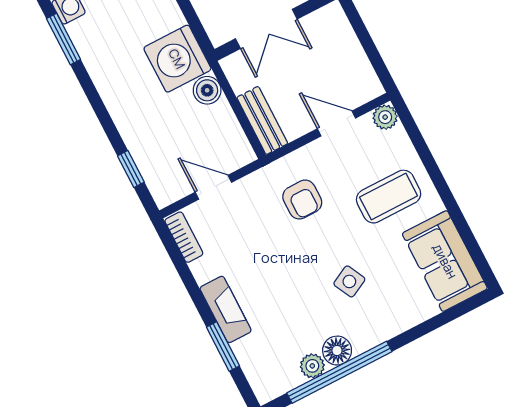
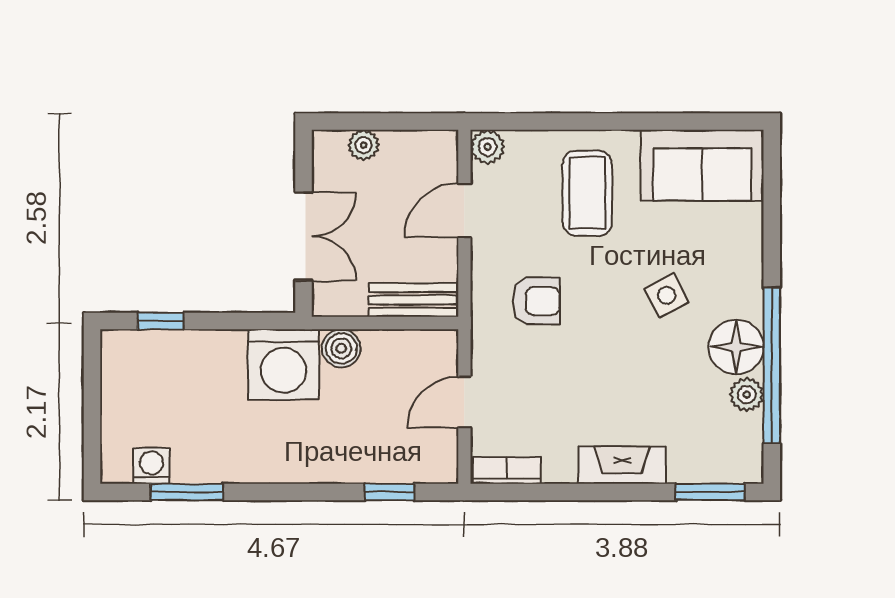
plant: (345, 37) -> (364, 145), added
window: (223, 347) -> (710, 492), moved
floor lamp: (337, 351) -> (736, 347), width x1.38, depth x1.38

